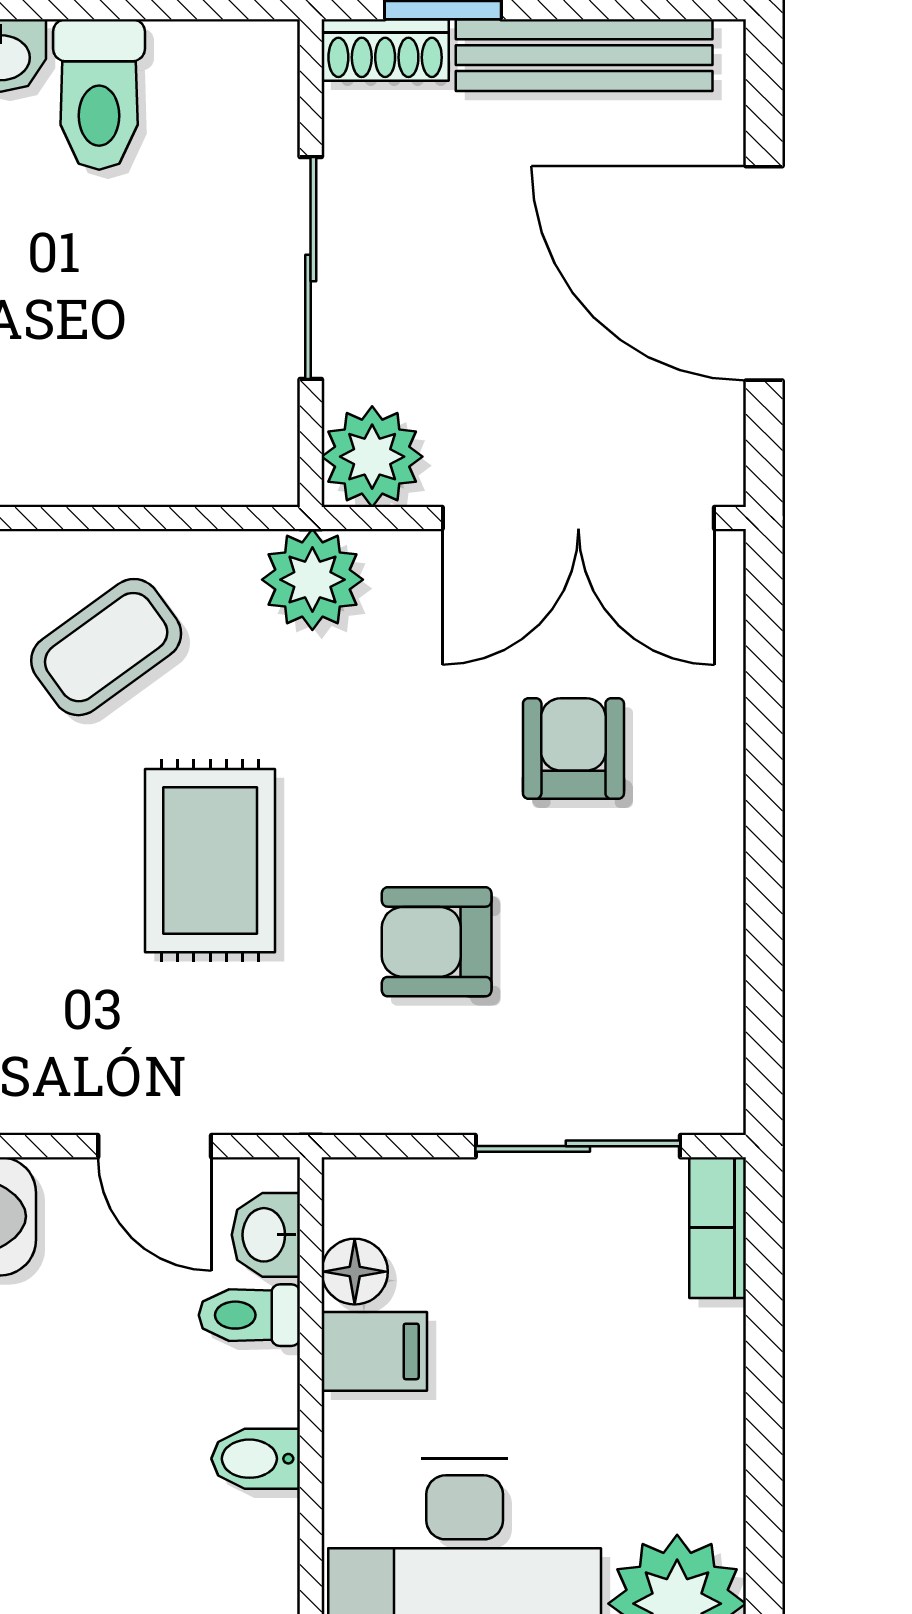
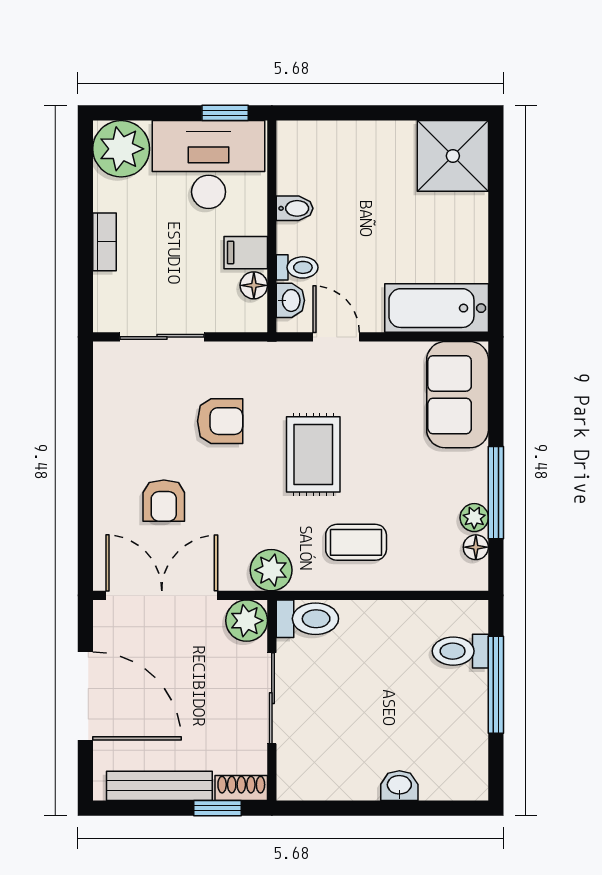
toilet: (99, 95) -> (307, 619), moved, turned 90
coffee table: (106, 647) -> (356, 542), turned 36
bookcase: (718, 1228) -> (104, 242), moved

